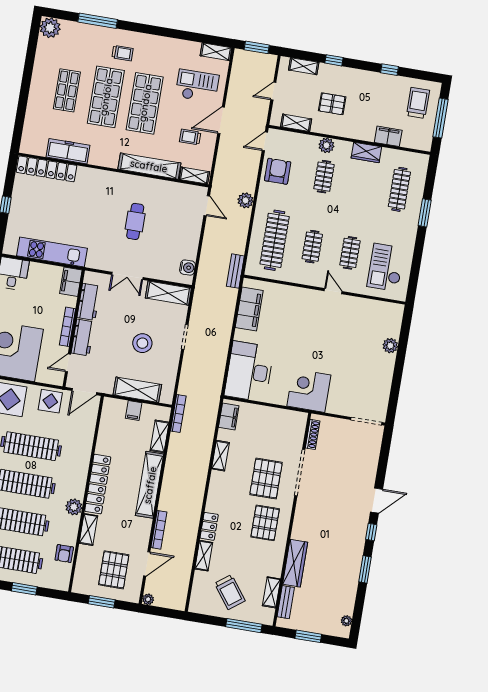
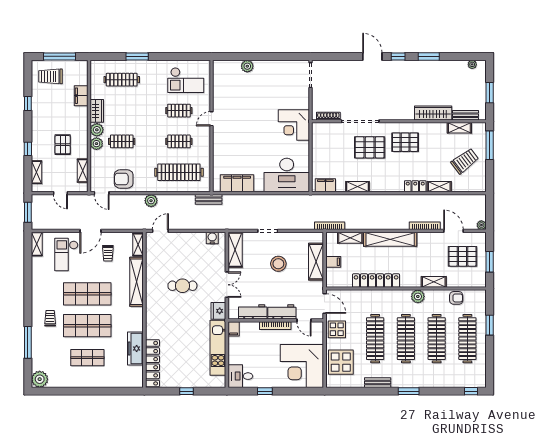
door: (221, 120) -> (91, 231), hinge flipped
plant: (343, 149) -> (97, 130), added
fridge: (97, 260) -> (218, 311), added
filing cabinet: (71, 282) -> (234, 329), width x0.50
locker: (98, 484) -> (376, 281), moved

